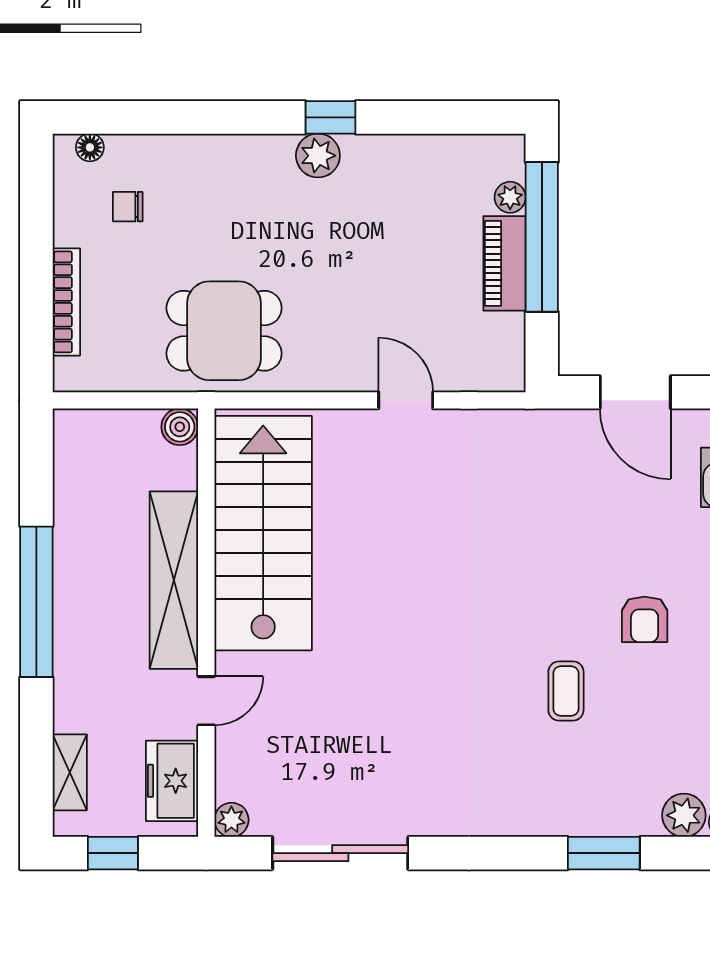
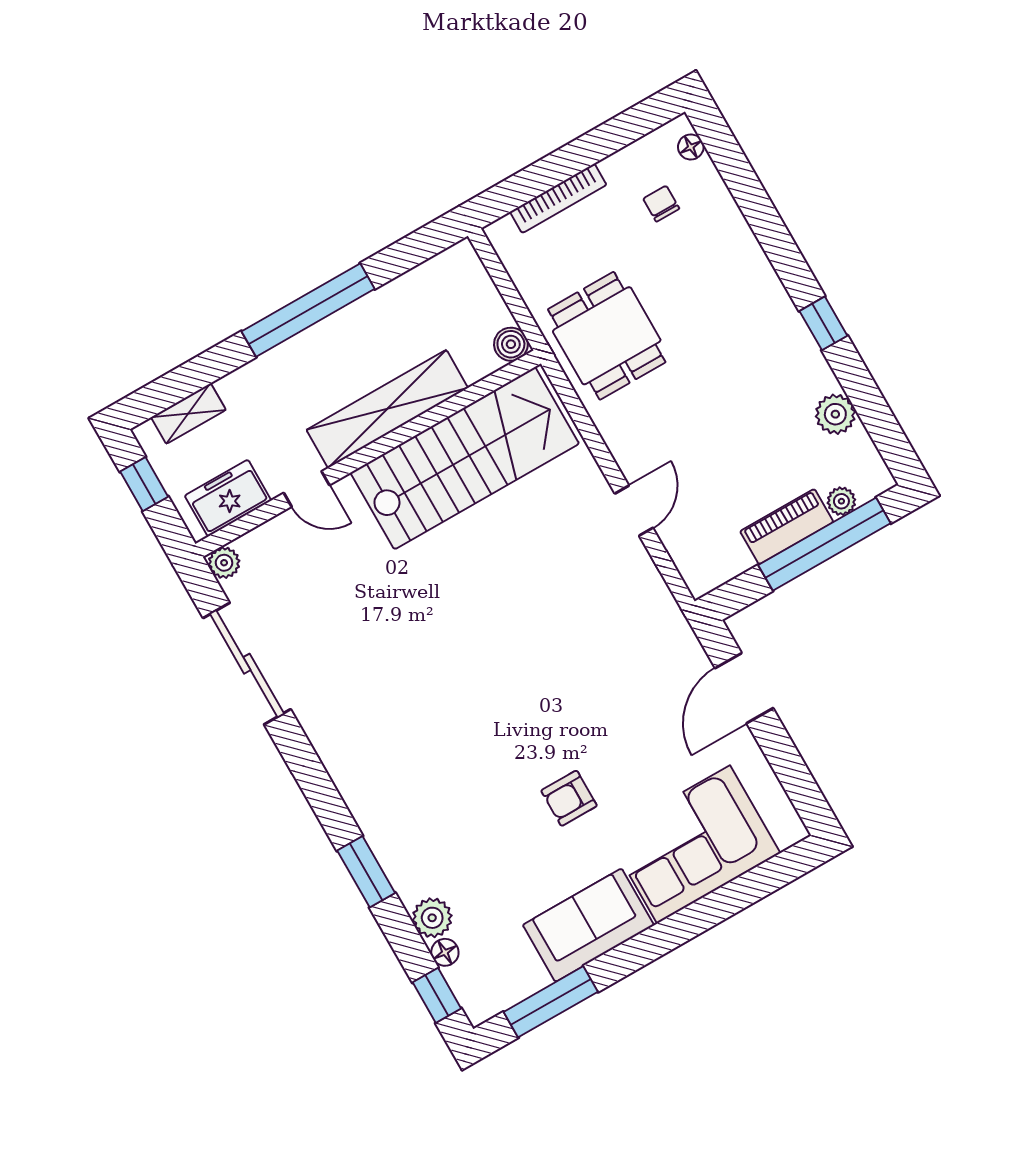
plant: (318, 156) -> (835, 414), moved
coffee table: (566, 691) -> (477, 769), removed

